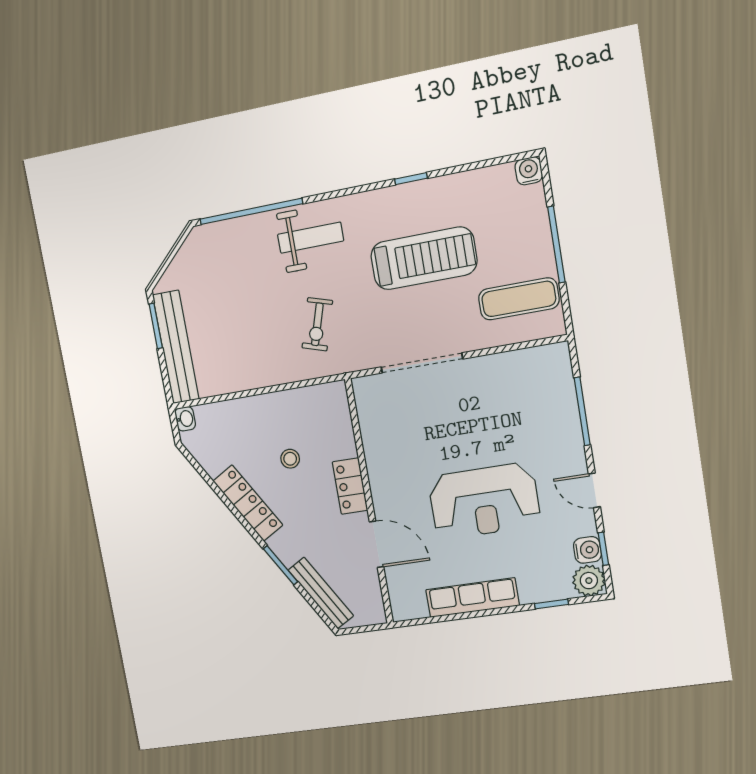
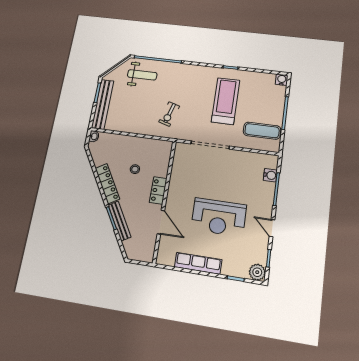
weight bench: (311, 238) -> (142, 75), moved
treadmill: (424, 258) -> (226, 101), turned -90
water cooler: (587, 550) -> (270, 175), moved
bench: (321, 593) -> (119, 221), moved

